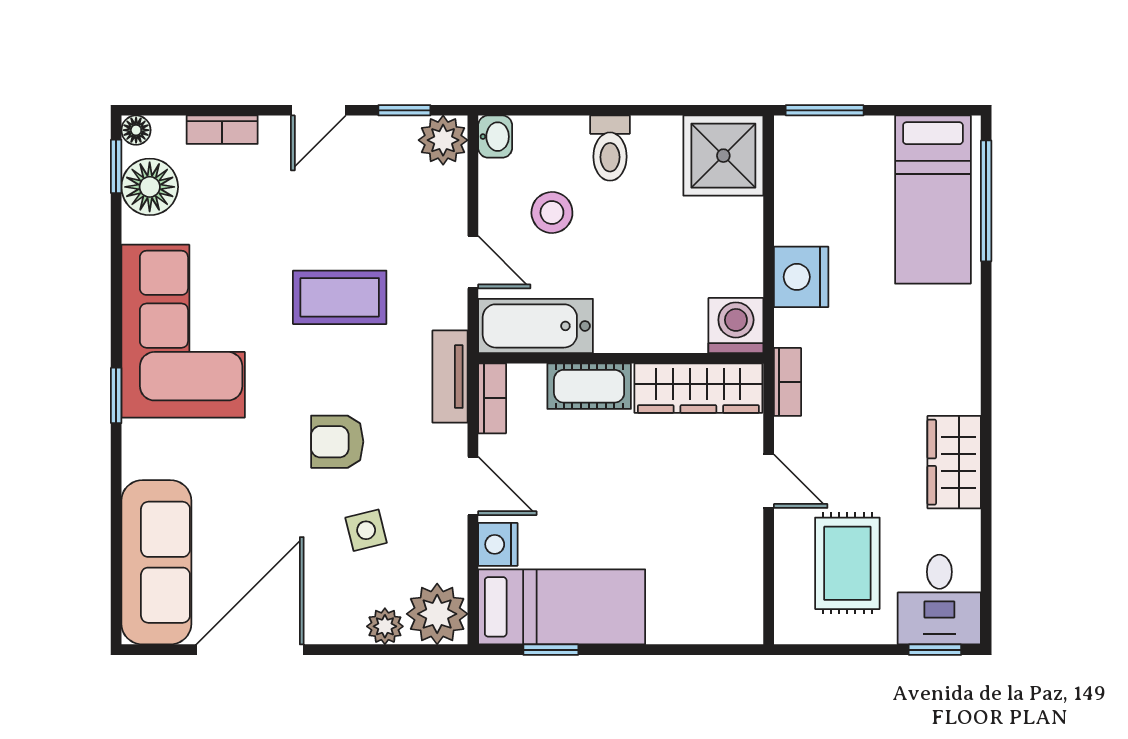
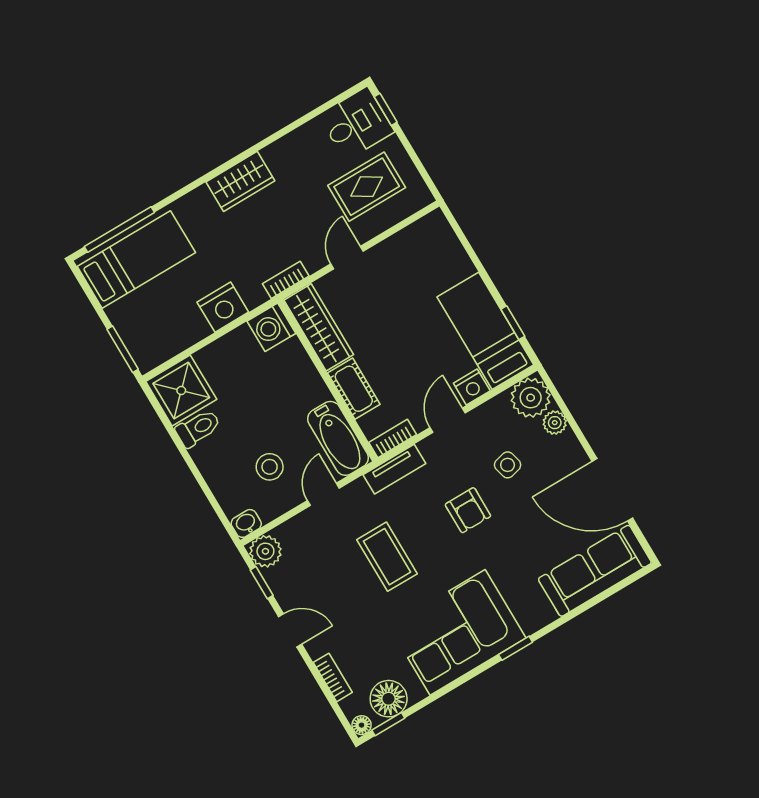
toilet: (610, 148) -> (198, 428), moved
wardrobe: (954, 462) -> (240, 181), moved

